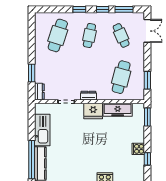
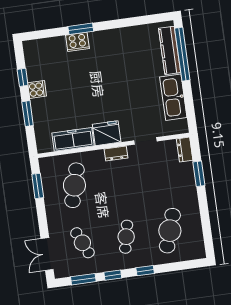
window: (147, 117) -> (28, 114), moved

